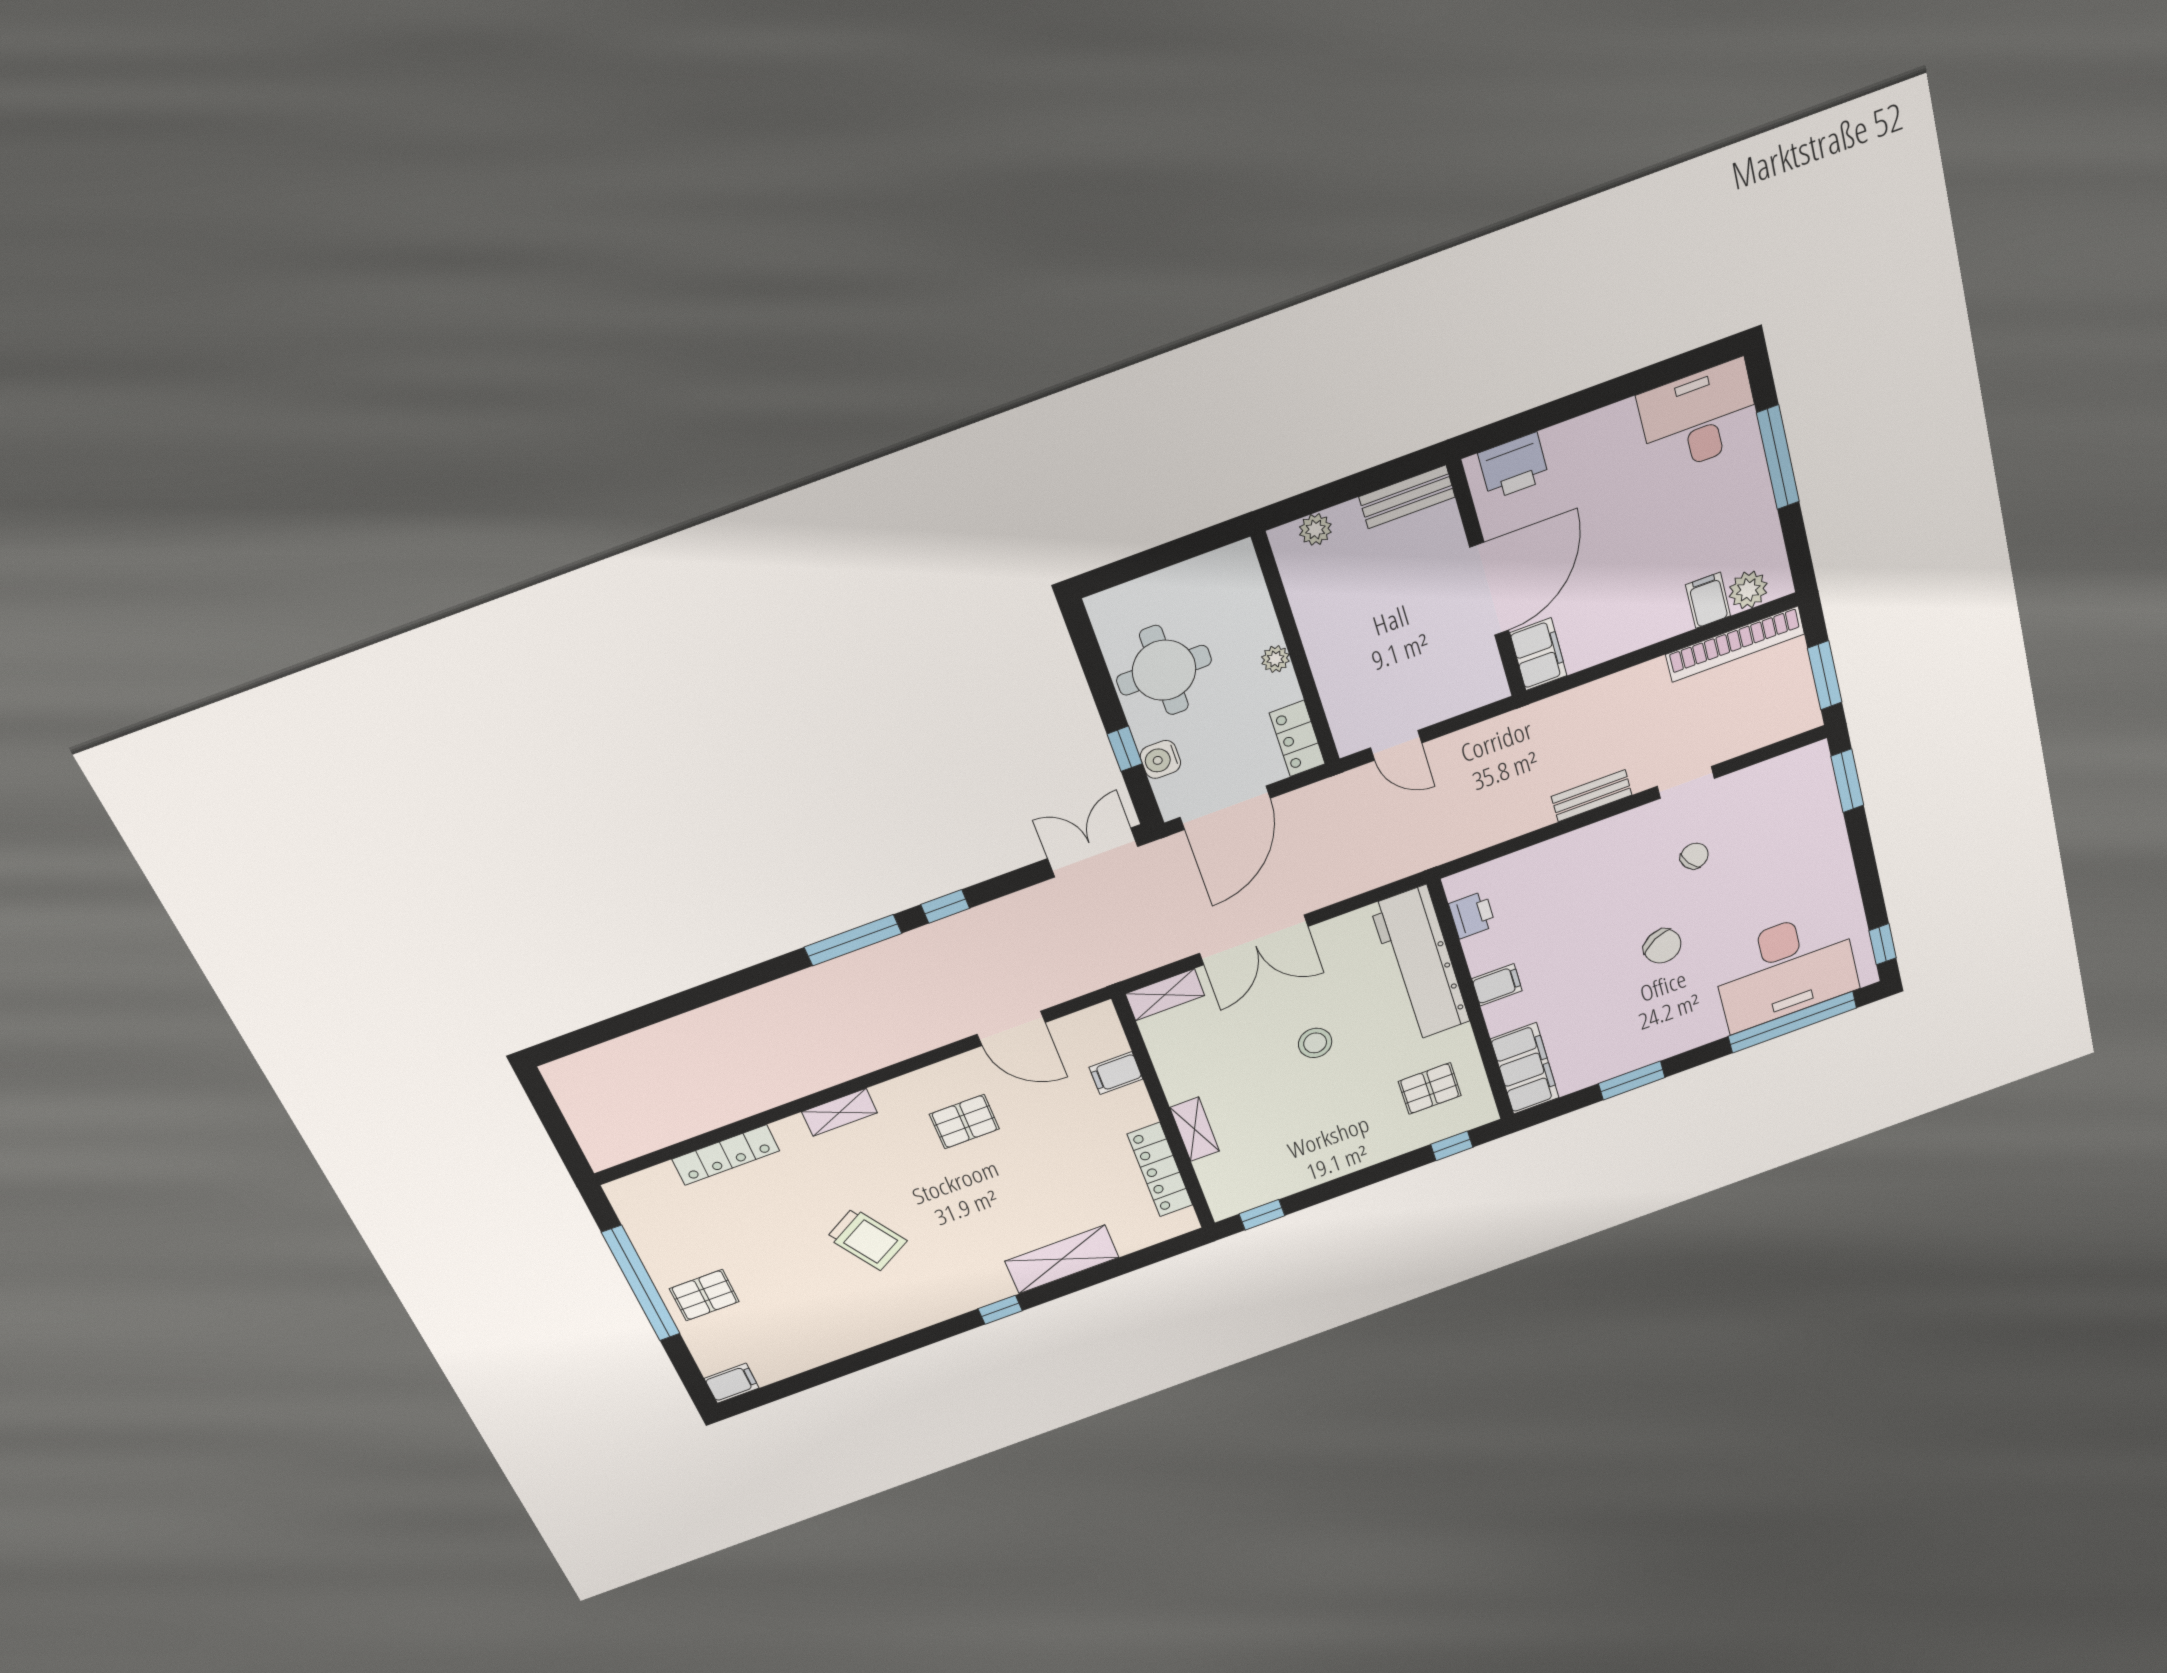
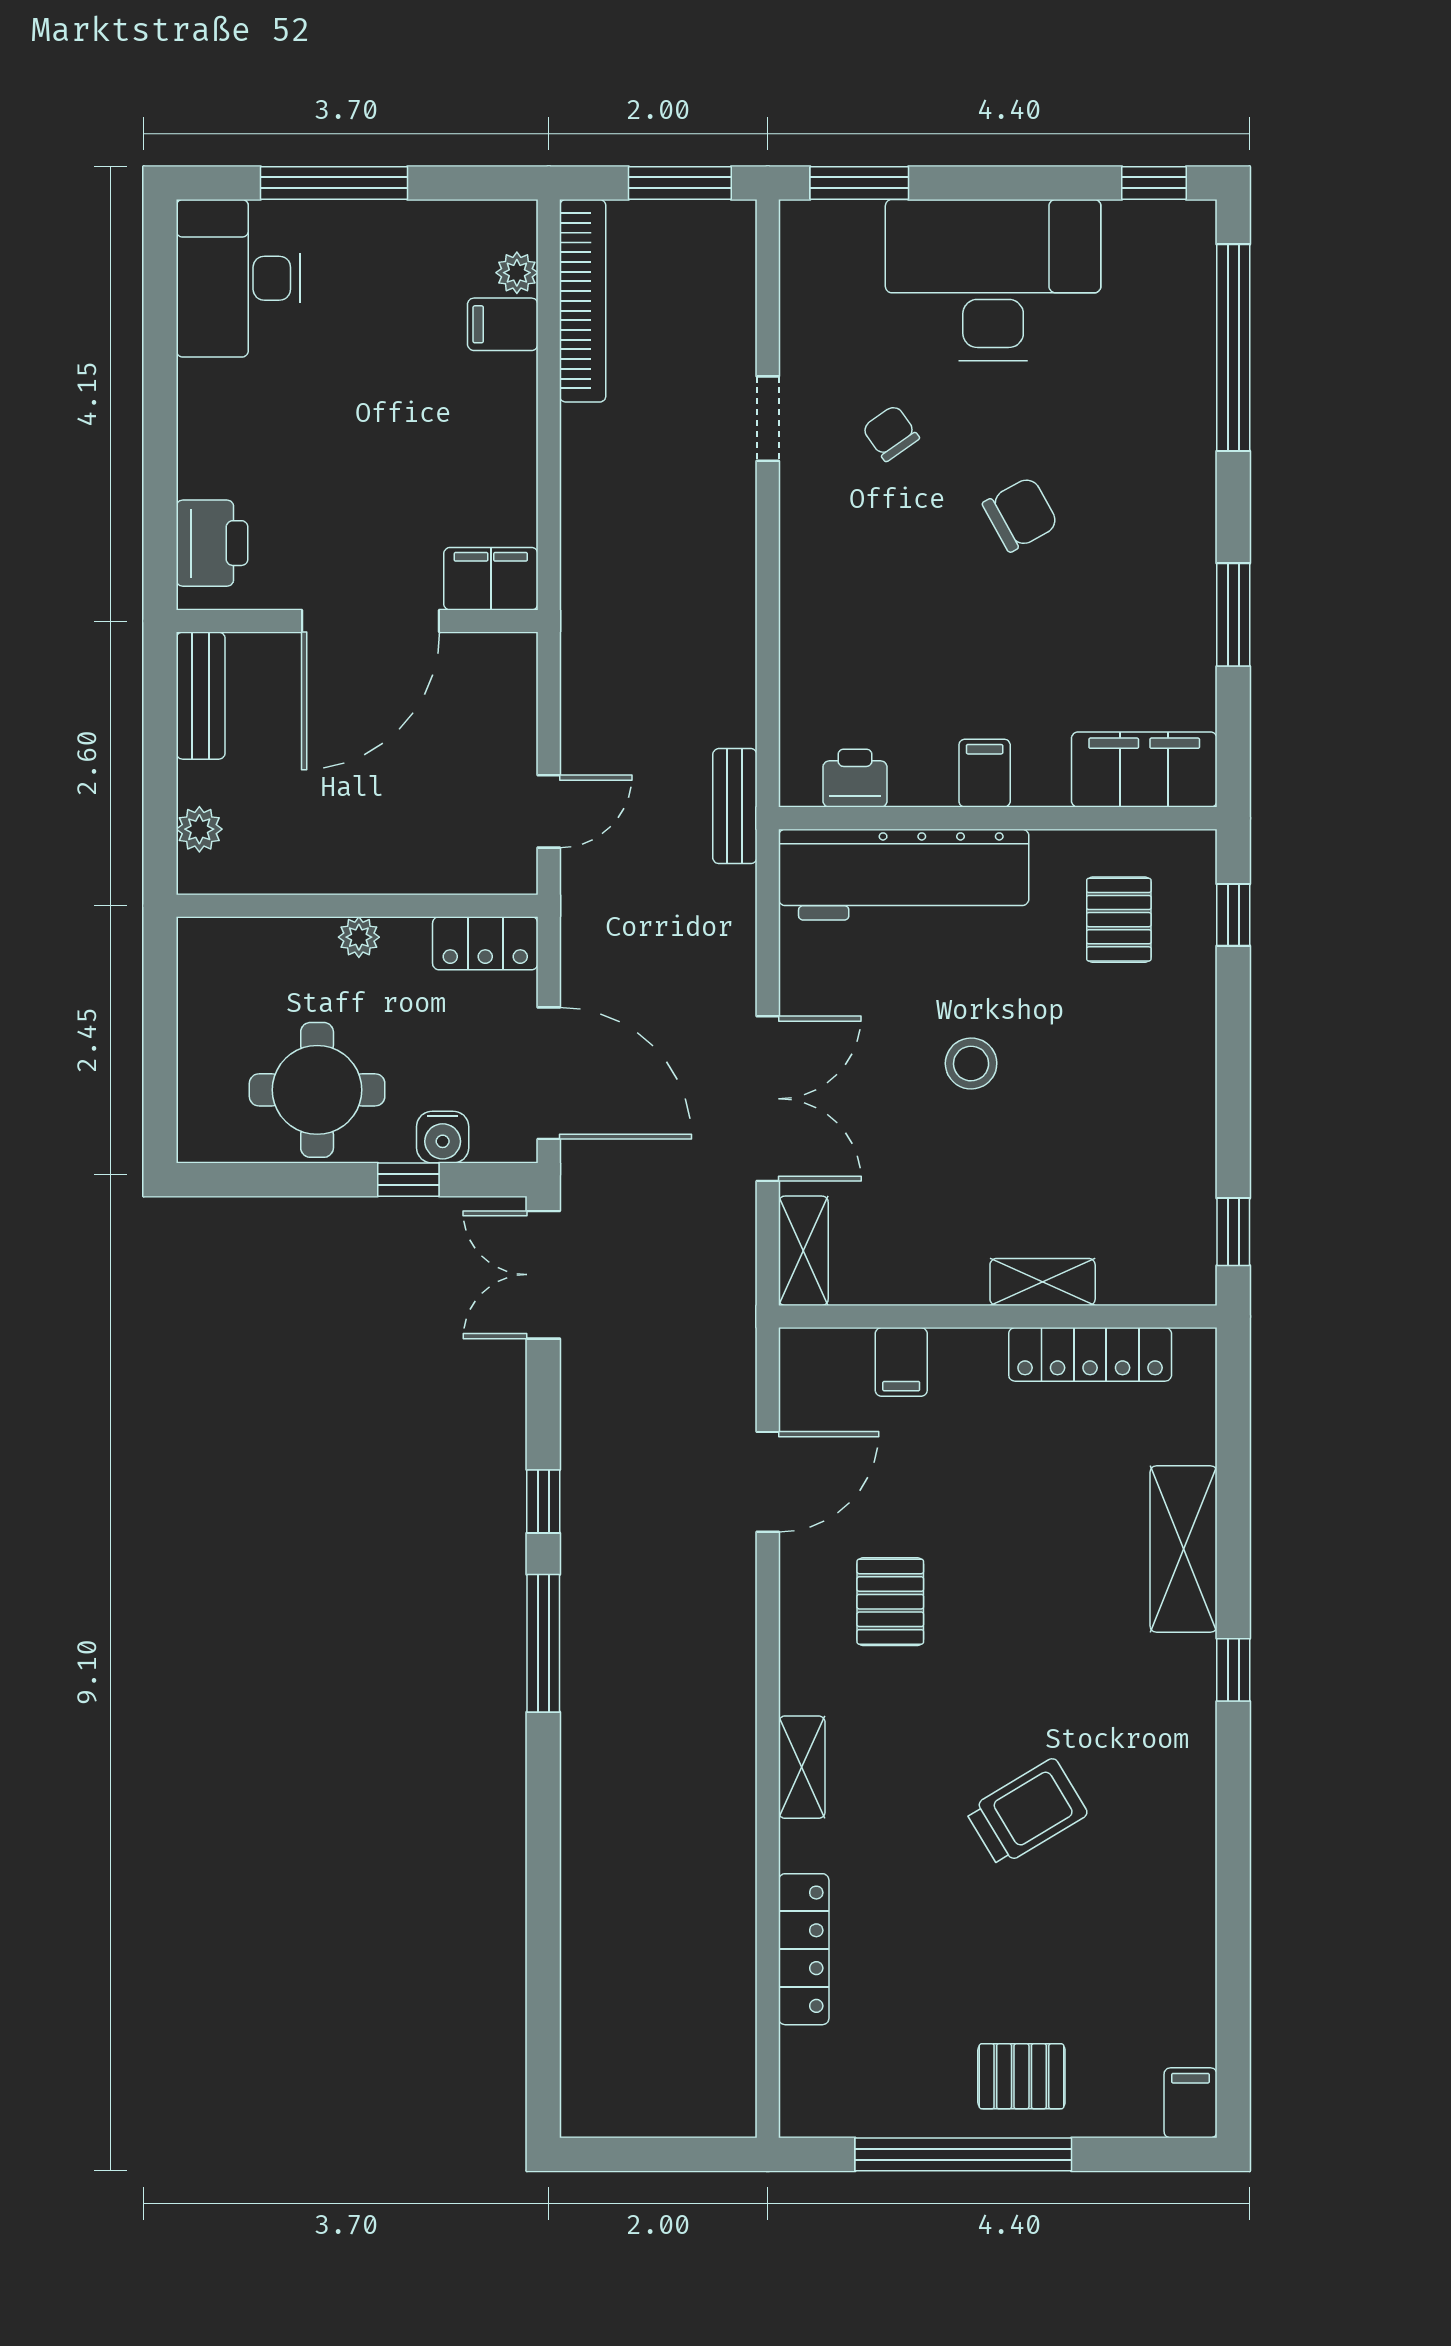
door: (1489, 589) -> (371, 621), swing flipped
plant: (1748, 590) -> (517, 273), width x0.73, depth x0.73
bench: (1592, 796) -> (735, 806), moved
desk: (1785, 969) -> (993, 280), moved, turned -90
pallet: (704, 1295) -> (1021, 2076), turned 90

